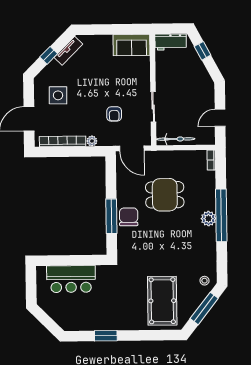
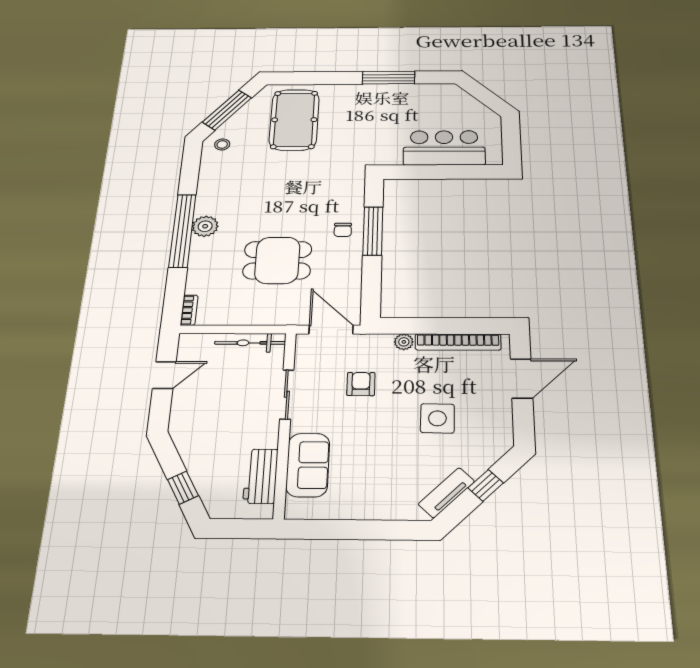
workbench: (171, 42) -> (261, 476), moved, turned -90
sofa: (131, 45) -> (308, 465), moved, turned 90
side table: (58, 95) -> (437, 418), moved
chair: (129, 217) -> (343, 230), width x0.54, depth x0.54
window: (106, 336) -> (389, 78), width x1.44

